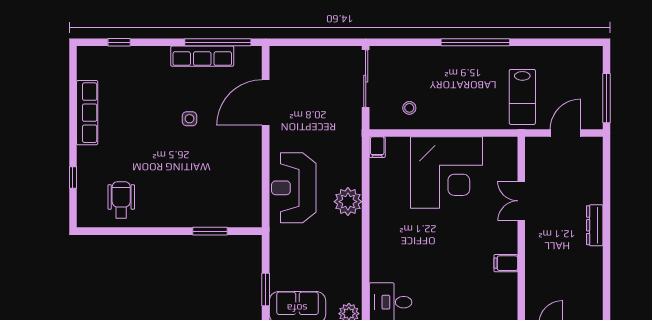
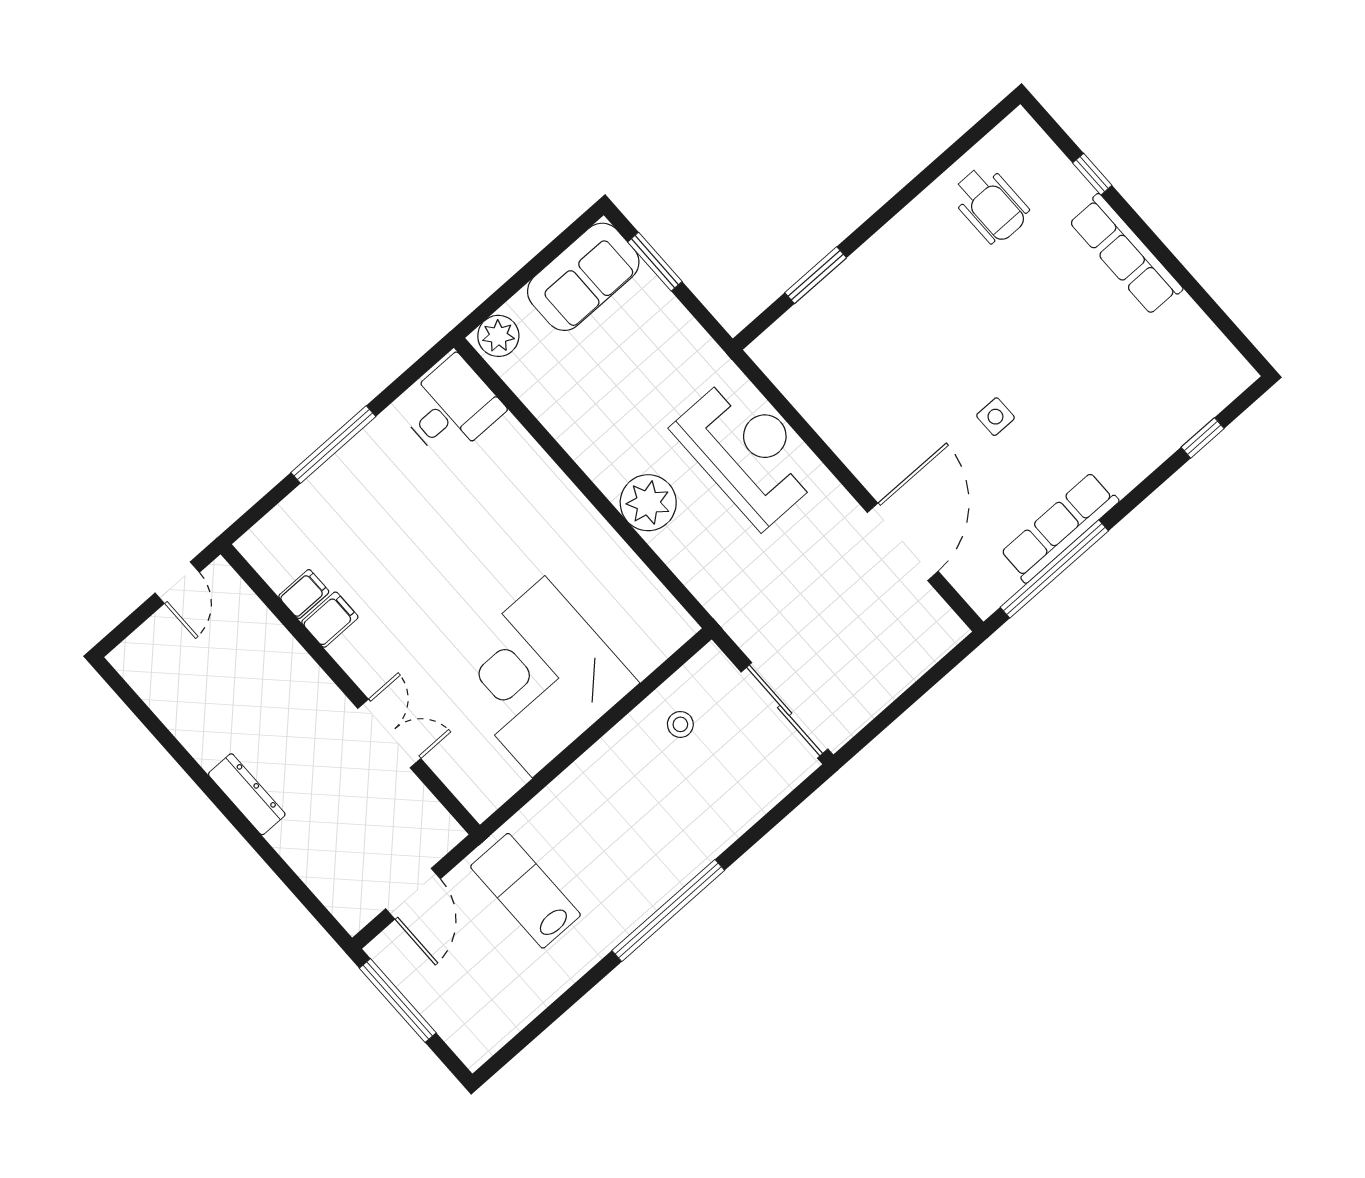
row of seats: (87, 113) -> (1126, 255), moved
filing cabinet: (377, 147) -> (304, 594), moved, turned 90

